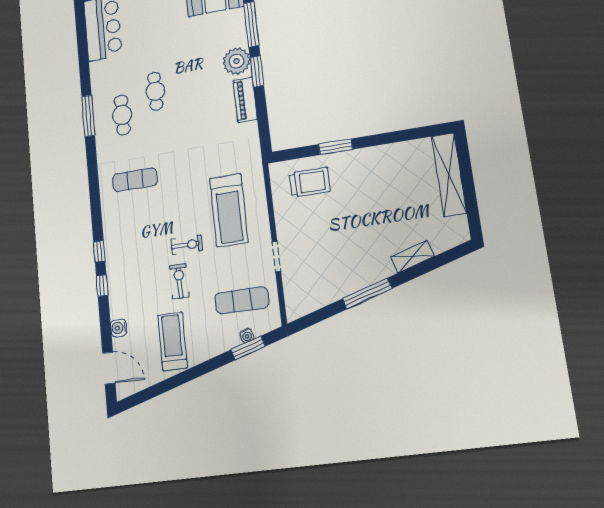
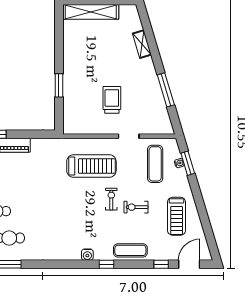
exercise mat: (135, 180) -> (130, 250), moved, turned 90
trolley: (310, 182) -> (112, 100), moved
window: (102, 286) -> (161, 264), moved
window: (367, 294) -> (166, 90), moved
water cooler: (119, 328) -> (87, 255), moved
treadmill: (172, 341) -> (177, 216), turned -90

